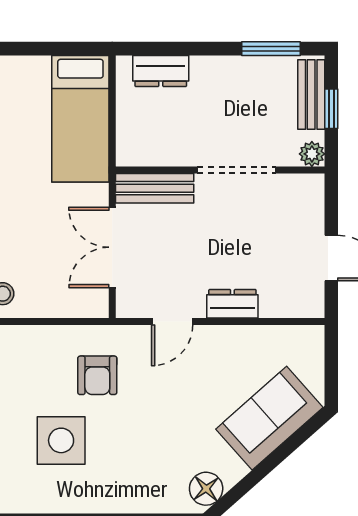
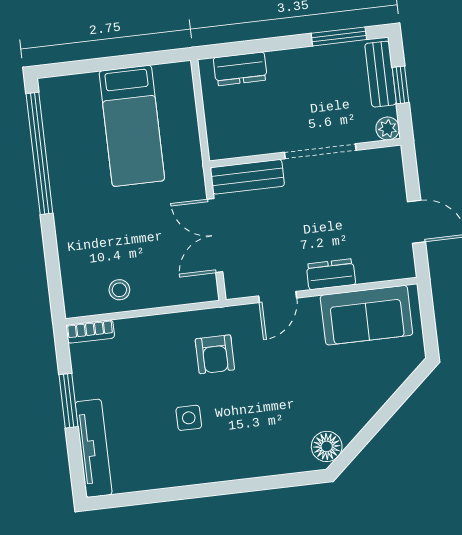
bed: (80, 119) -> (132, 126), moved
sofa: (269, 418) -> (366, 315), moved, turned -138
side table: (61, 440) -> (189, 418), width x0.54, depth x0.54

